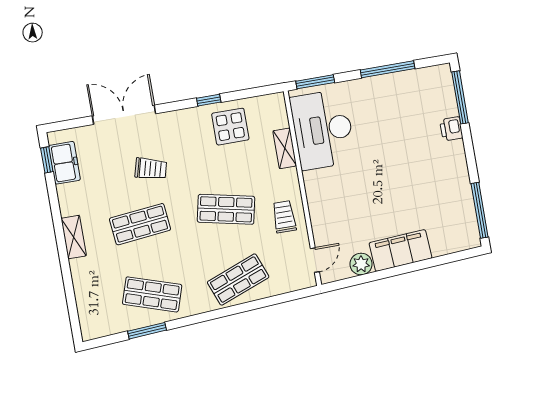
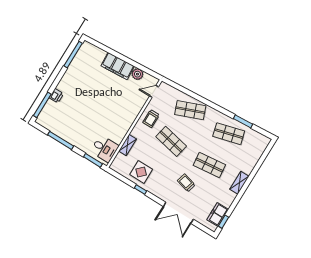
desk: (323, 130) -> (104, 149), width x0.53, depth x0.77
shop shelf: (152, 294) -> (229, 134), turned -33

